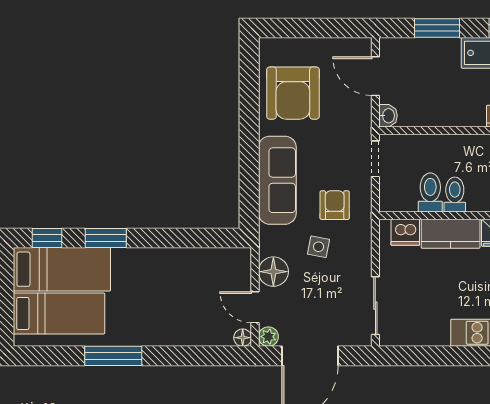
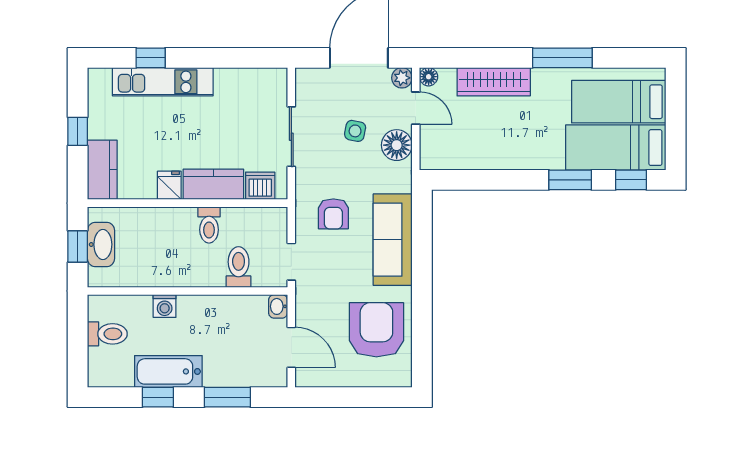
toilet: (430, 192) -> (239, 267), moved, turned 180
side table: (319, 247) -> (355, 131), moved
sliding door: (375, 306) -> (291, 137), moved
wardrobe: (180, 333) -> (494, 82), added

